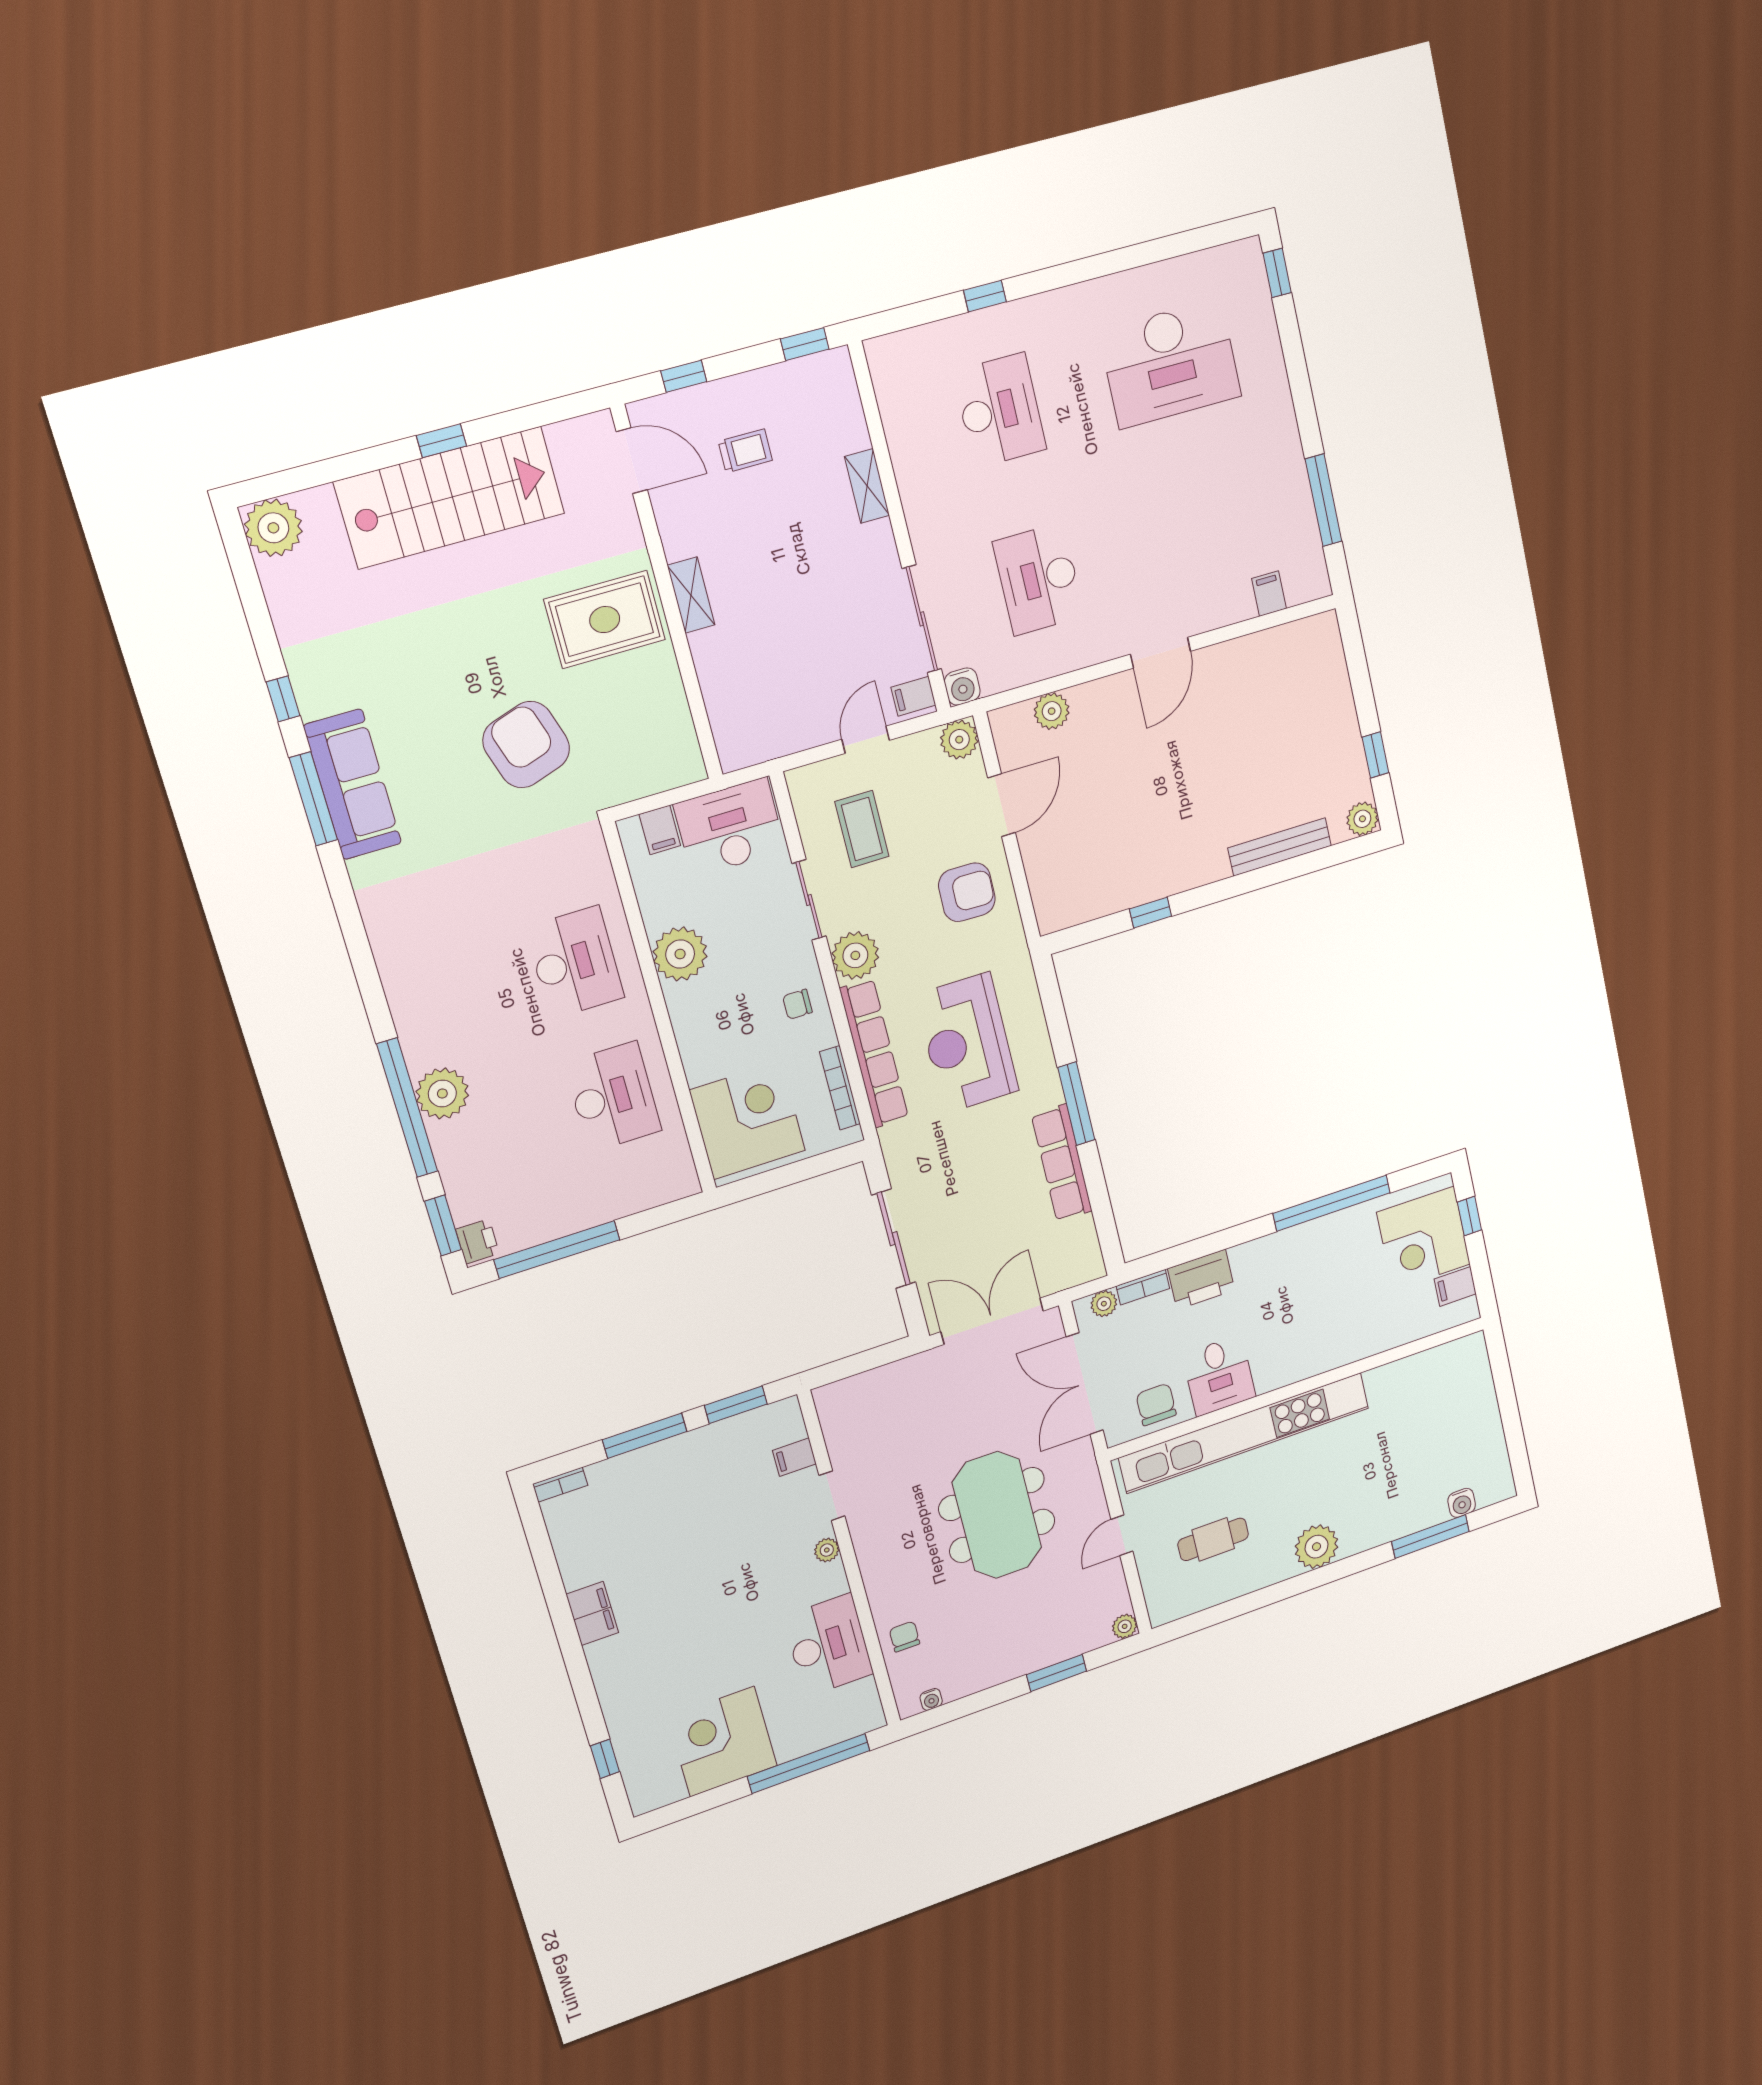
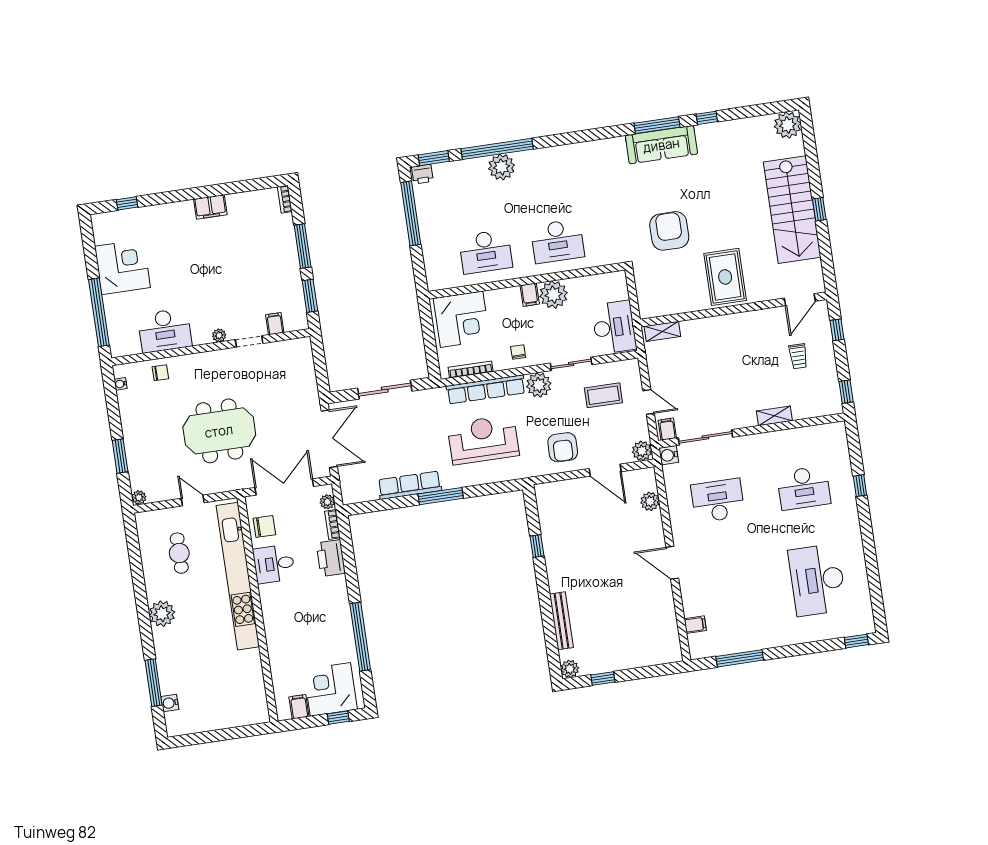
shelving: (691, 595) -> (662, 331), moved
armchair: (526, 745) -> (669, 231), turned -72
filing cabinet: (660, 830) -> (530, 295), moved, turned -90

